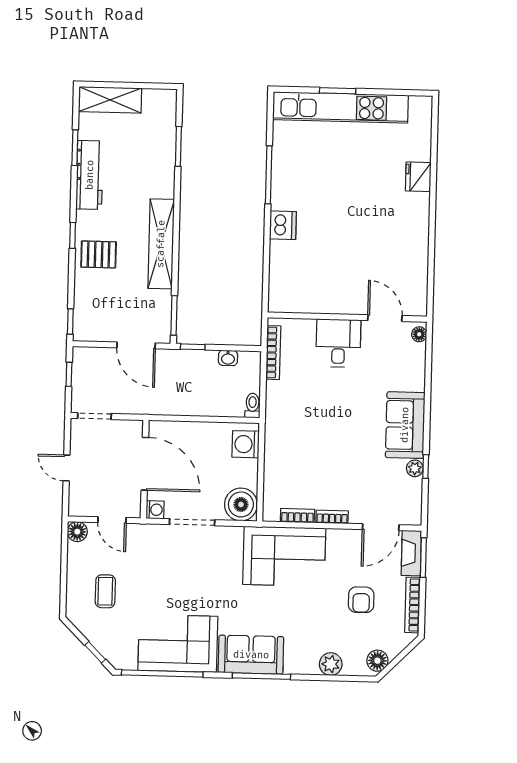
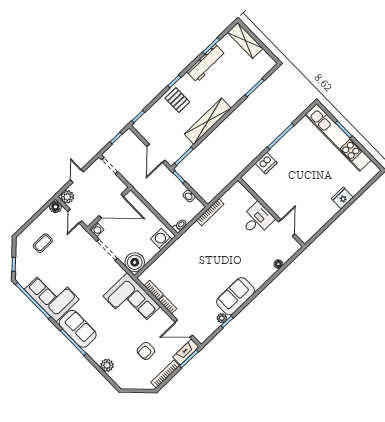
wall: (347, 317) -> (271, 212), moved
door: (385, 318) -> (287, 228), moved
desk: (338, 343) -> (257, 219), moved
door: (145, 464) -> (111, 206), hinge flipped
plant: (80, 505) -> (67, 197), added
floor lamp: (377, 661) -> (128, 383), removed

